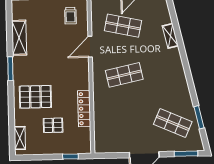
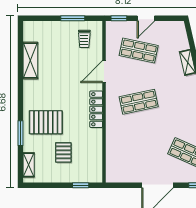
window: (10, 69) -> (20, 133), moved
locker: (84, 109) -> (96, 109), moved
pallet: (53, 125) -> (63, 152), turned 90

